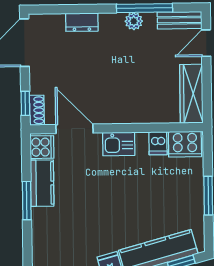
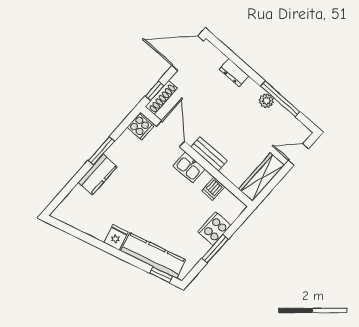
bench: (180, 20) -> (209, 154), moved
shoe rack: (37, 110) -> (161, 97), width x1.43
cooker: (185, 144) -> (214, 229), moved, turned 90
kitchen counter: (42, 183) -> (98, 175), moved

